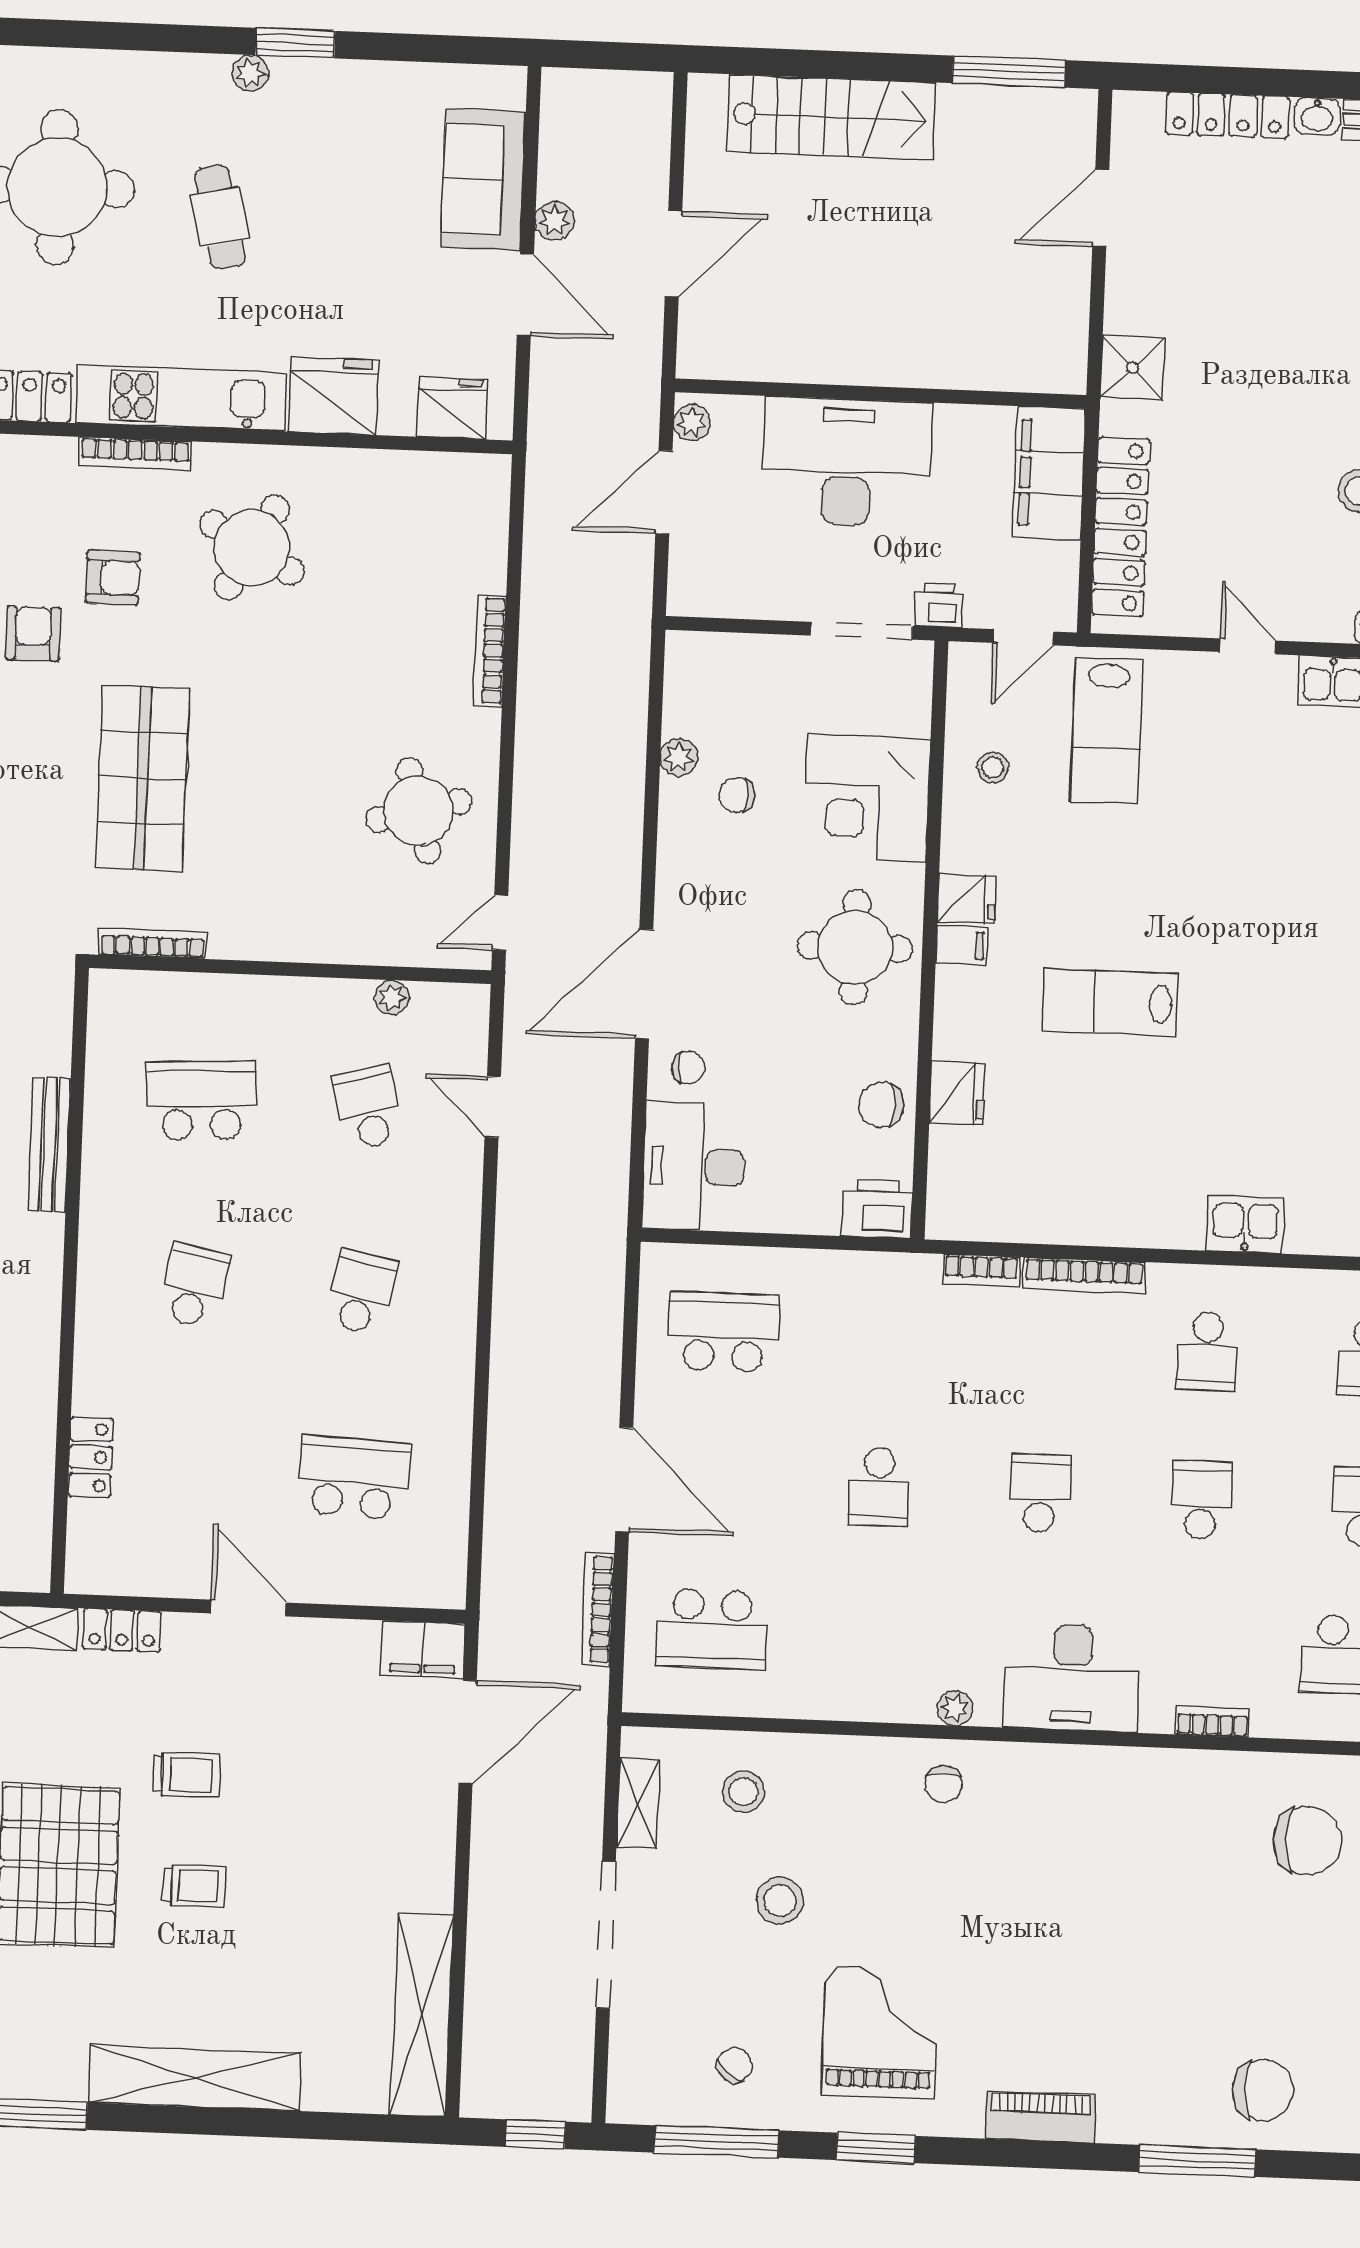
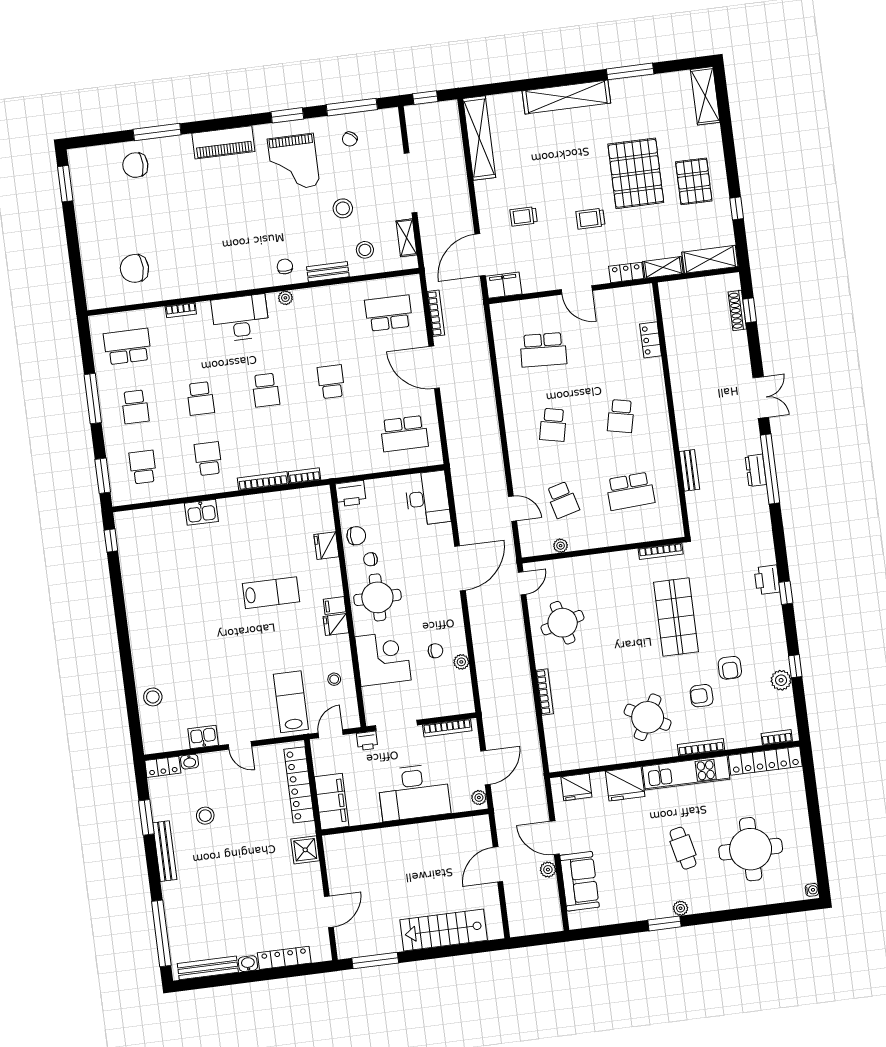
bookcase: (740, 604) -> (447, 728), added
chair: (688, 1068) -> (371, 559), moved
bench: (49, 1145) -> (689, 470), width x0.73
bench: (842, 1754) -> (328, 272), added
trolley: (194, 1886) -> (524, 216), moved
piano: (1041, 2117) -> (223, 142), width x1.37, depth x1.33

